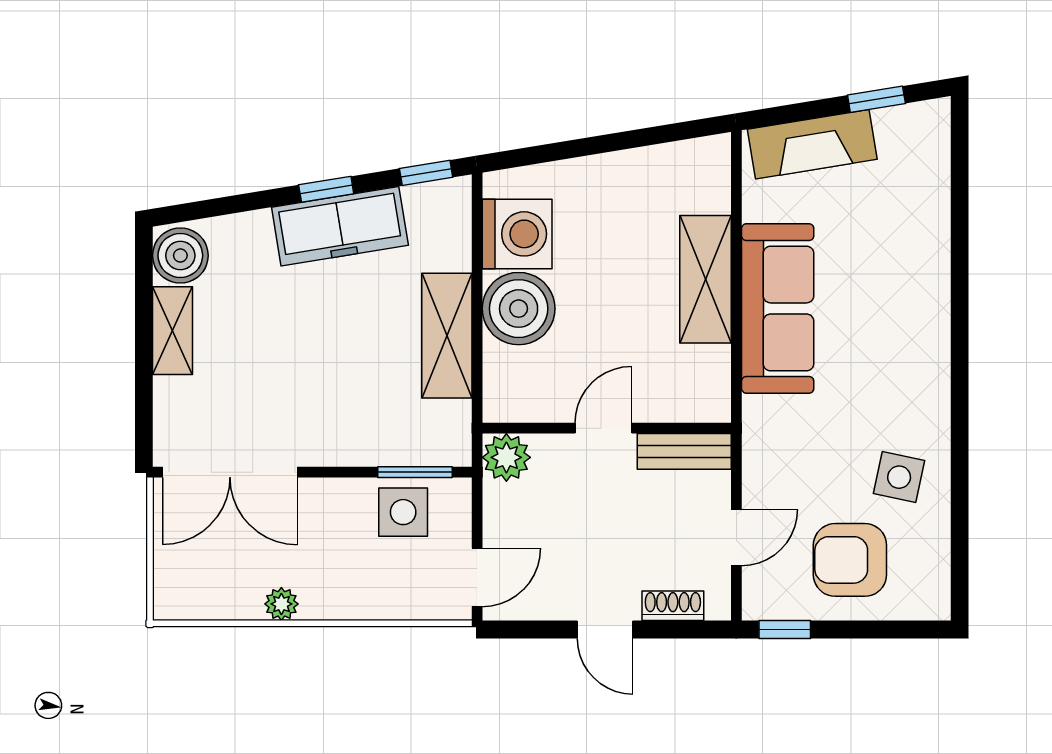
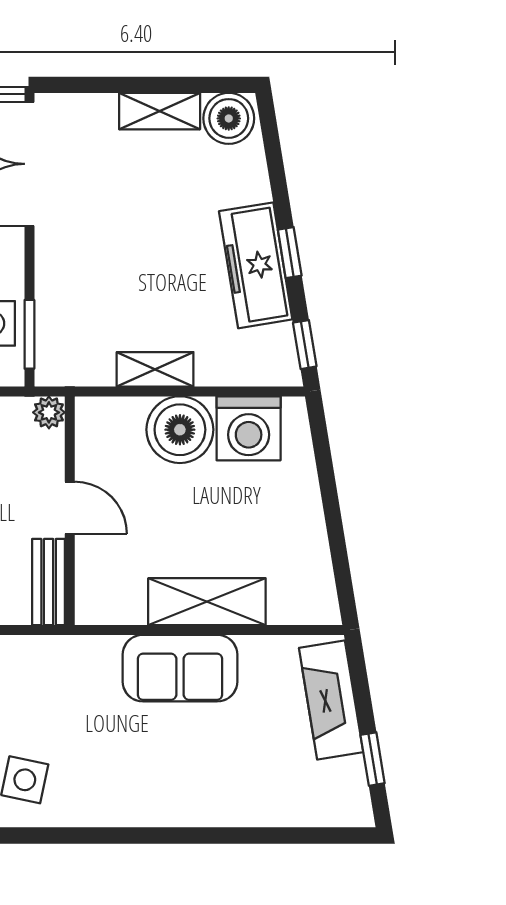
sofa: (778, 308) -> (180, 668), width x0.73
shelving: (447, 336) -> (155, 369), width x0.67, depth x0.75
plant: (506, 457) -> (49, 412), width x0.73, depth x0.73

